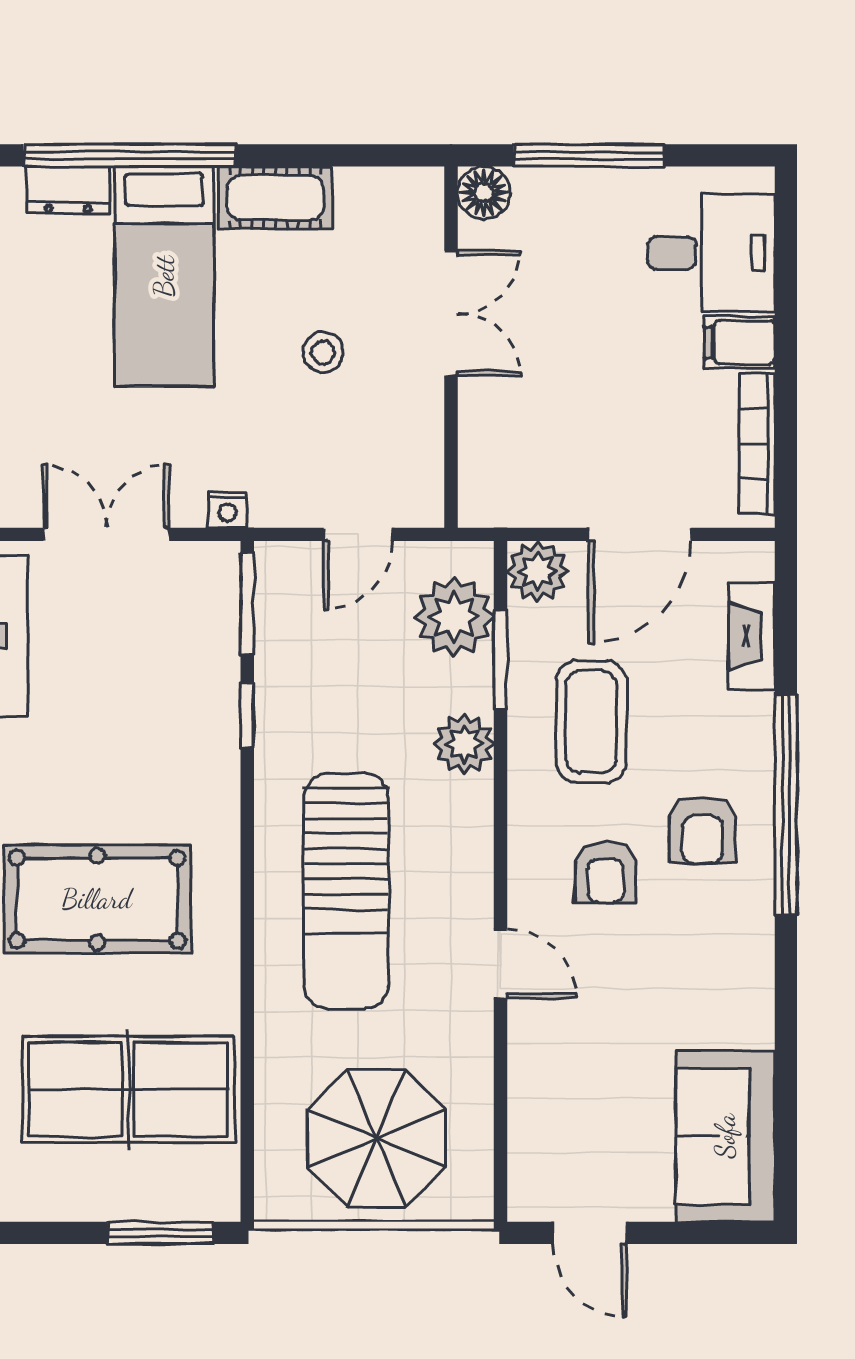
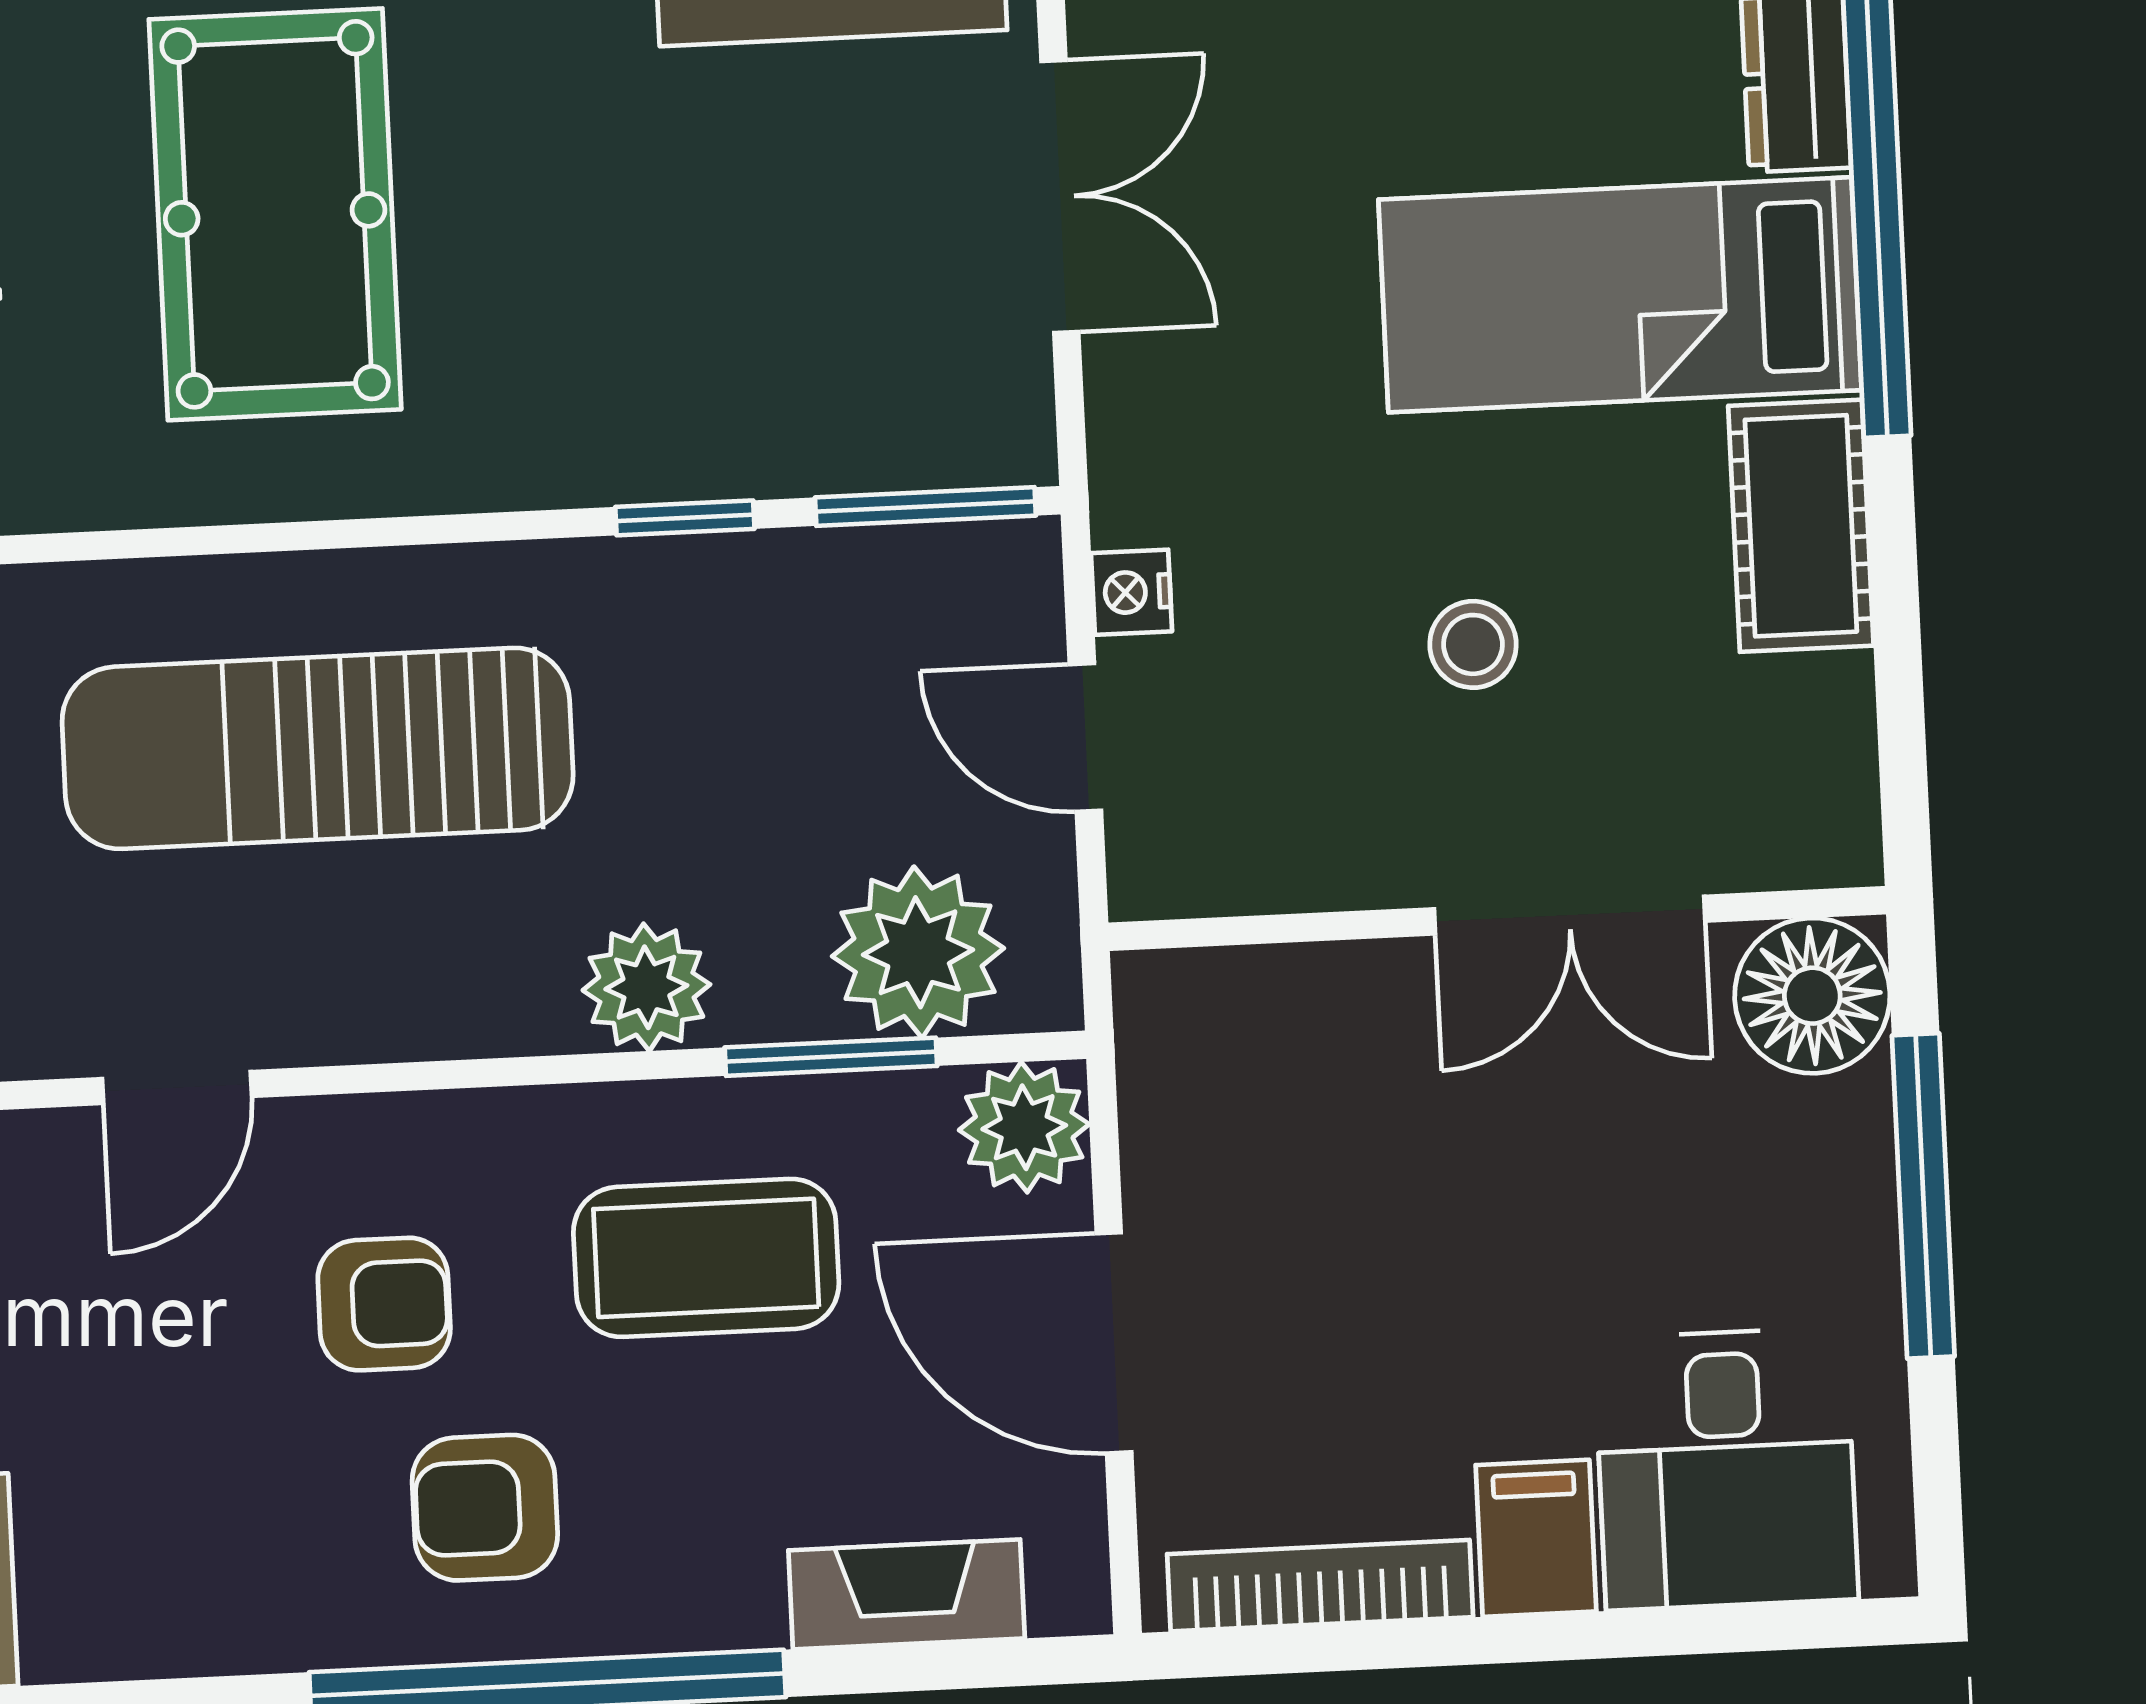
floor lamp: (484, 193) -> (1812, 996), width x1.38, depth x1.38
nightstand: (228, 510) -> (1132, 592), moved
armchair: (606, 872) -> (384, 1304), turned 180

